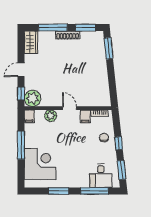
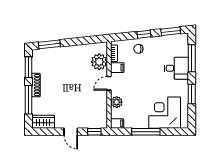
plant: (33, 98) -> (99, 62), moved
desk: (101, 176) -> (176, 68), moved

